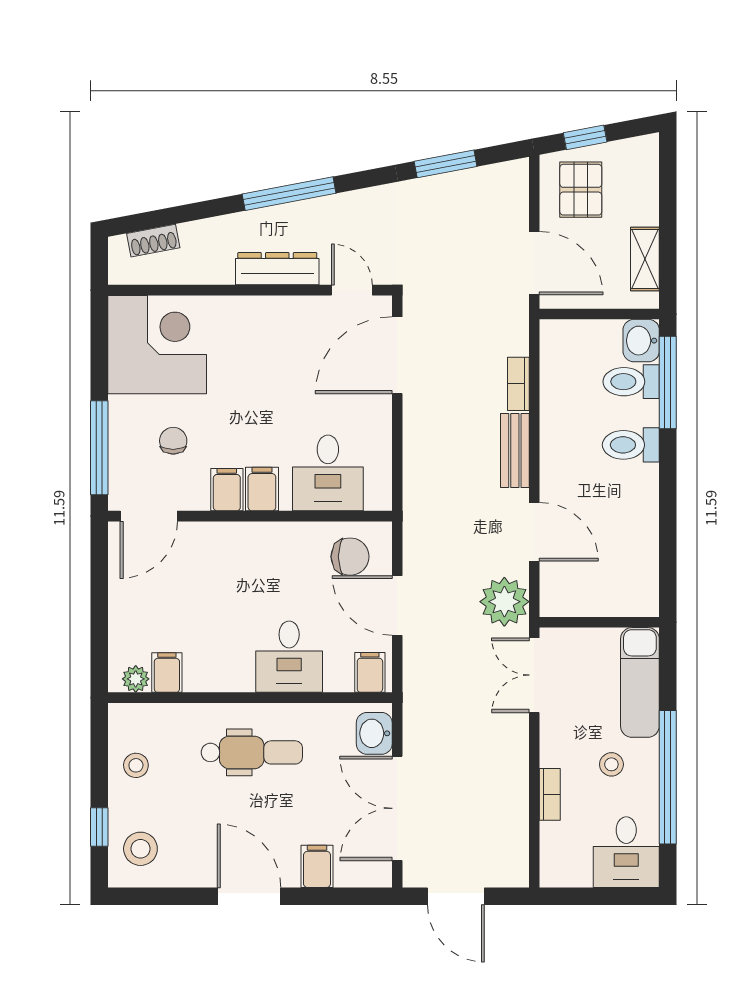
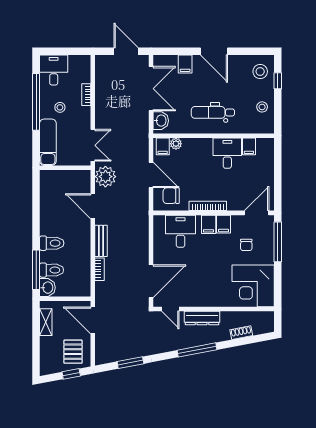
shoe rack: (153, 241) -> (241, 333), moved
bookcase: (264, 532) -> (208, 206), added
desk: (289, 657) -> (227, 153), moved
plant: (136, 679) -> (176, 144), moved

